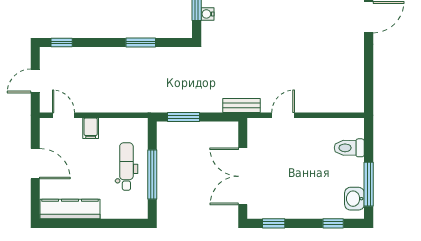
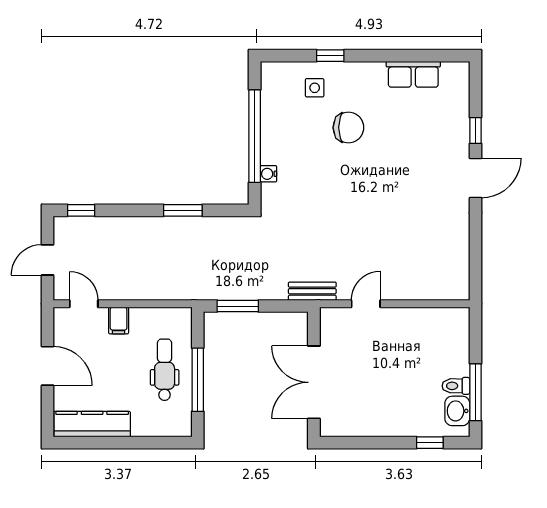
toilet: (349, 148) -> (456, 386), moved, width x0.73, depth x0.72
window: (274, 223) -> (353, 443), removed

